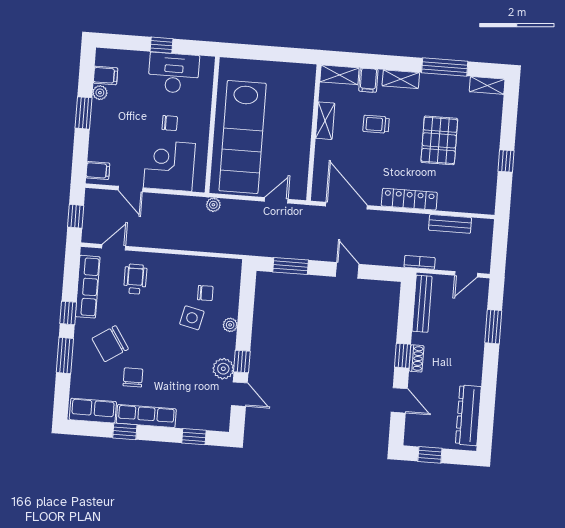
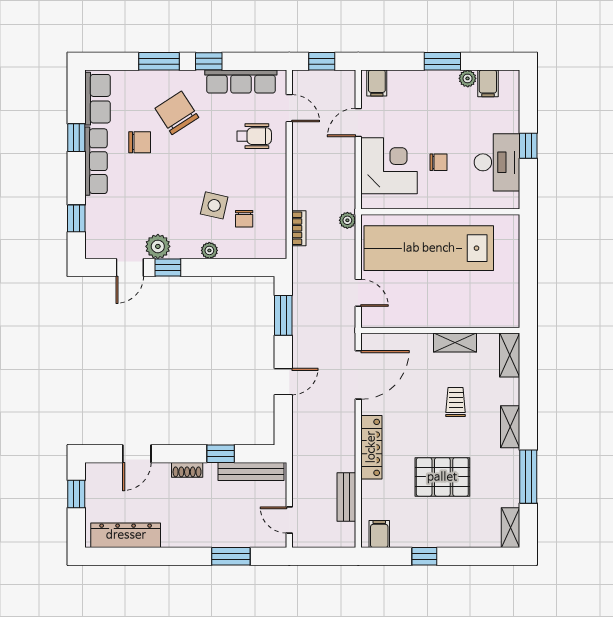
filing cabinet: (368, 80) -> (379, 534), moved, turned 90
chair: (170, 123) -> (438, 162), turned -90
bookcase: (420, 262) -> (299, 228), moved
window: (403, 356) -> (221, 454), moved

